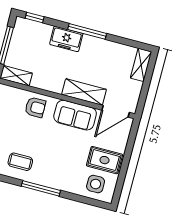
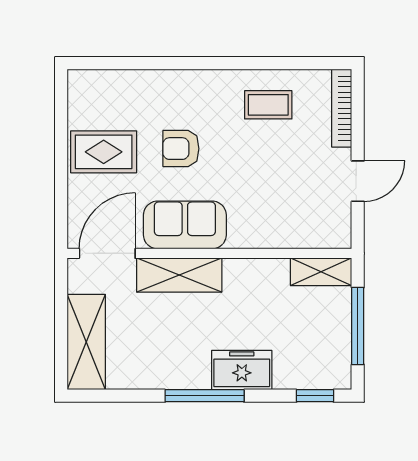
shelving: (141, 65) -> (86, 342), width x1.50, depth x1.33
armchair: (35, 107) -> (181, 149), moved
side table: (96, 184) -> (109, 100), removed
window: (41, 188) -> (214, 63), removed

